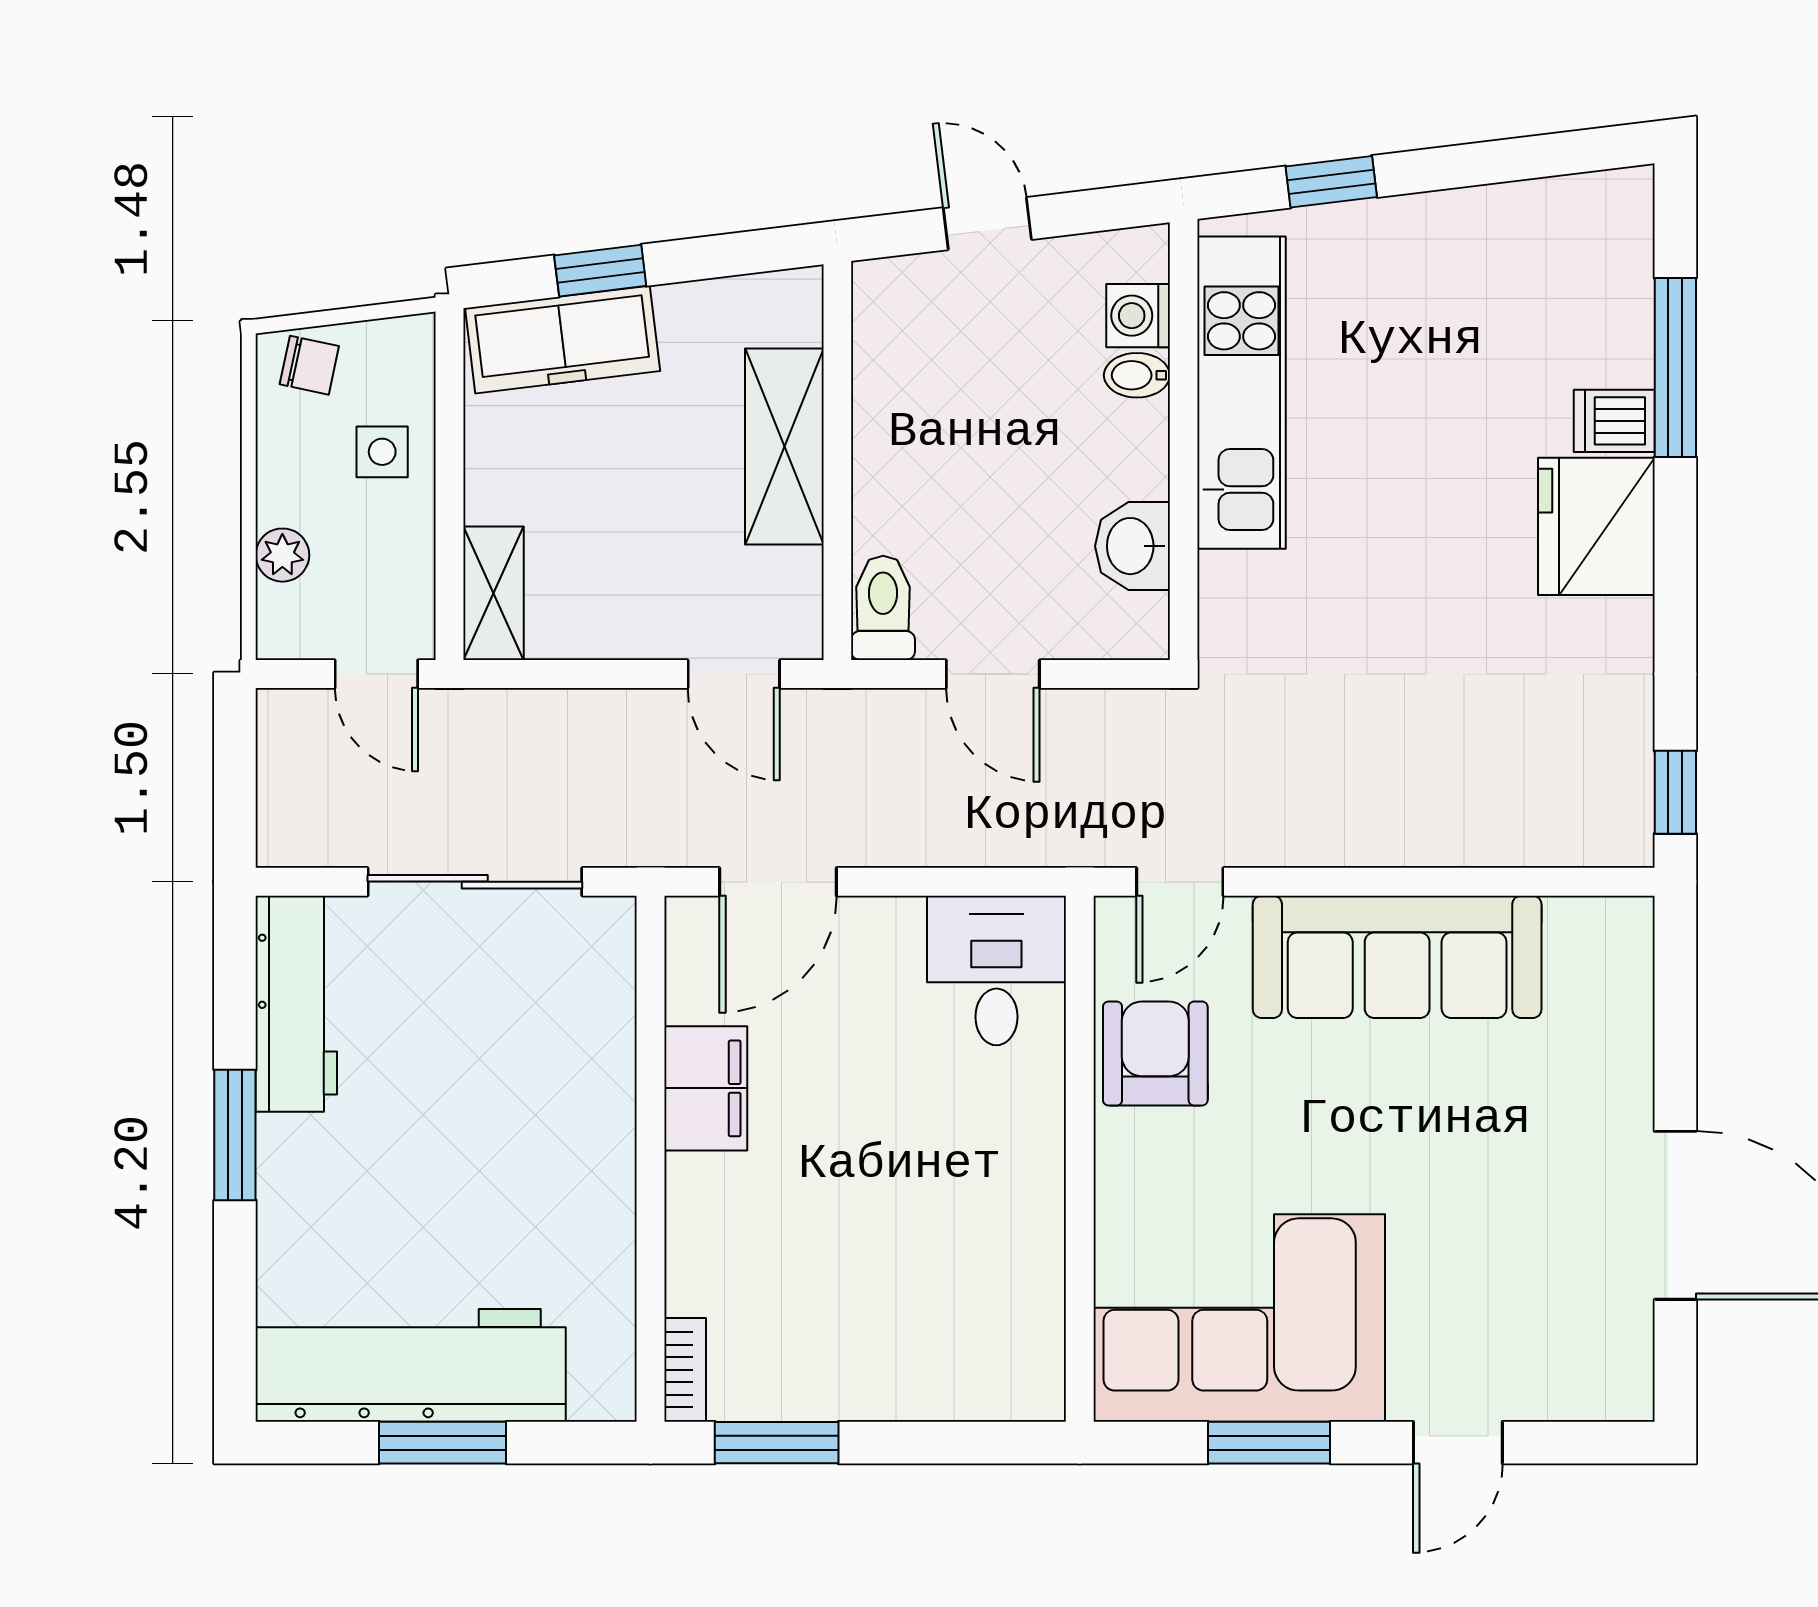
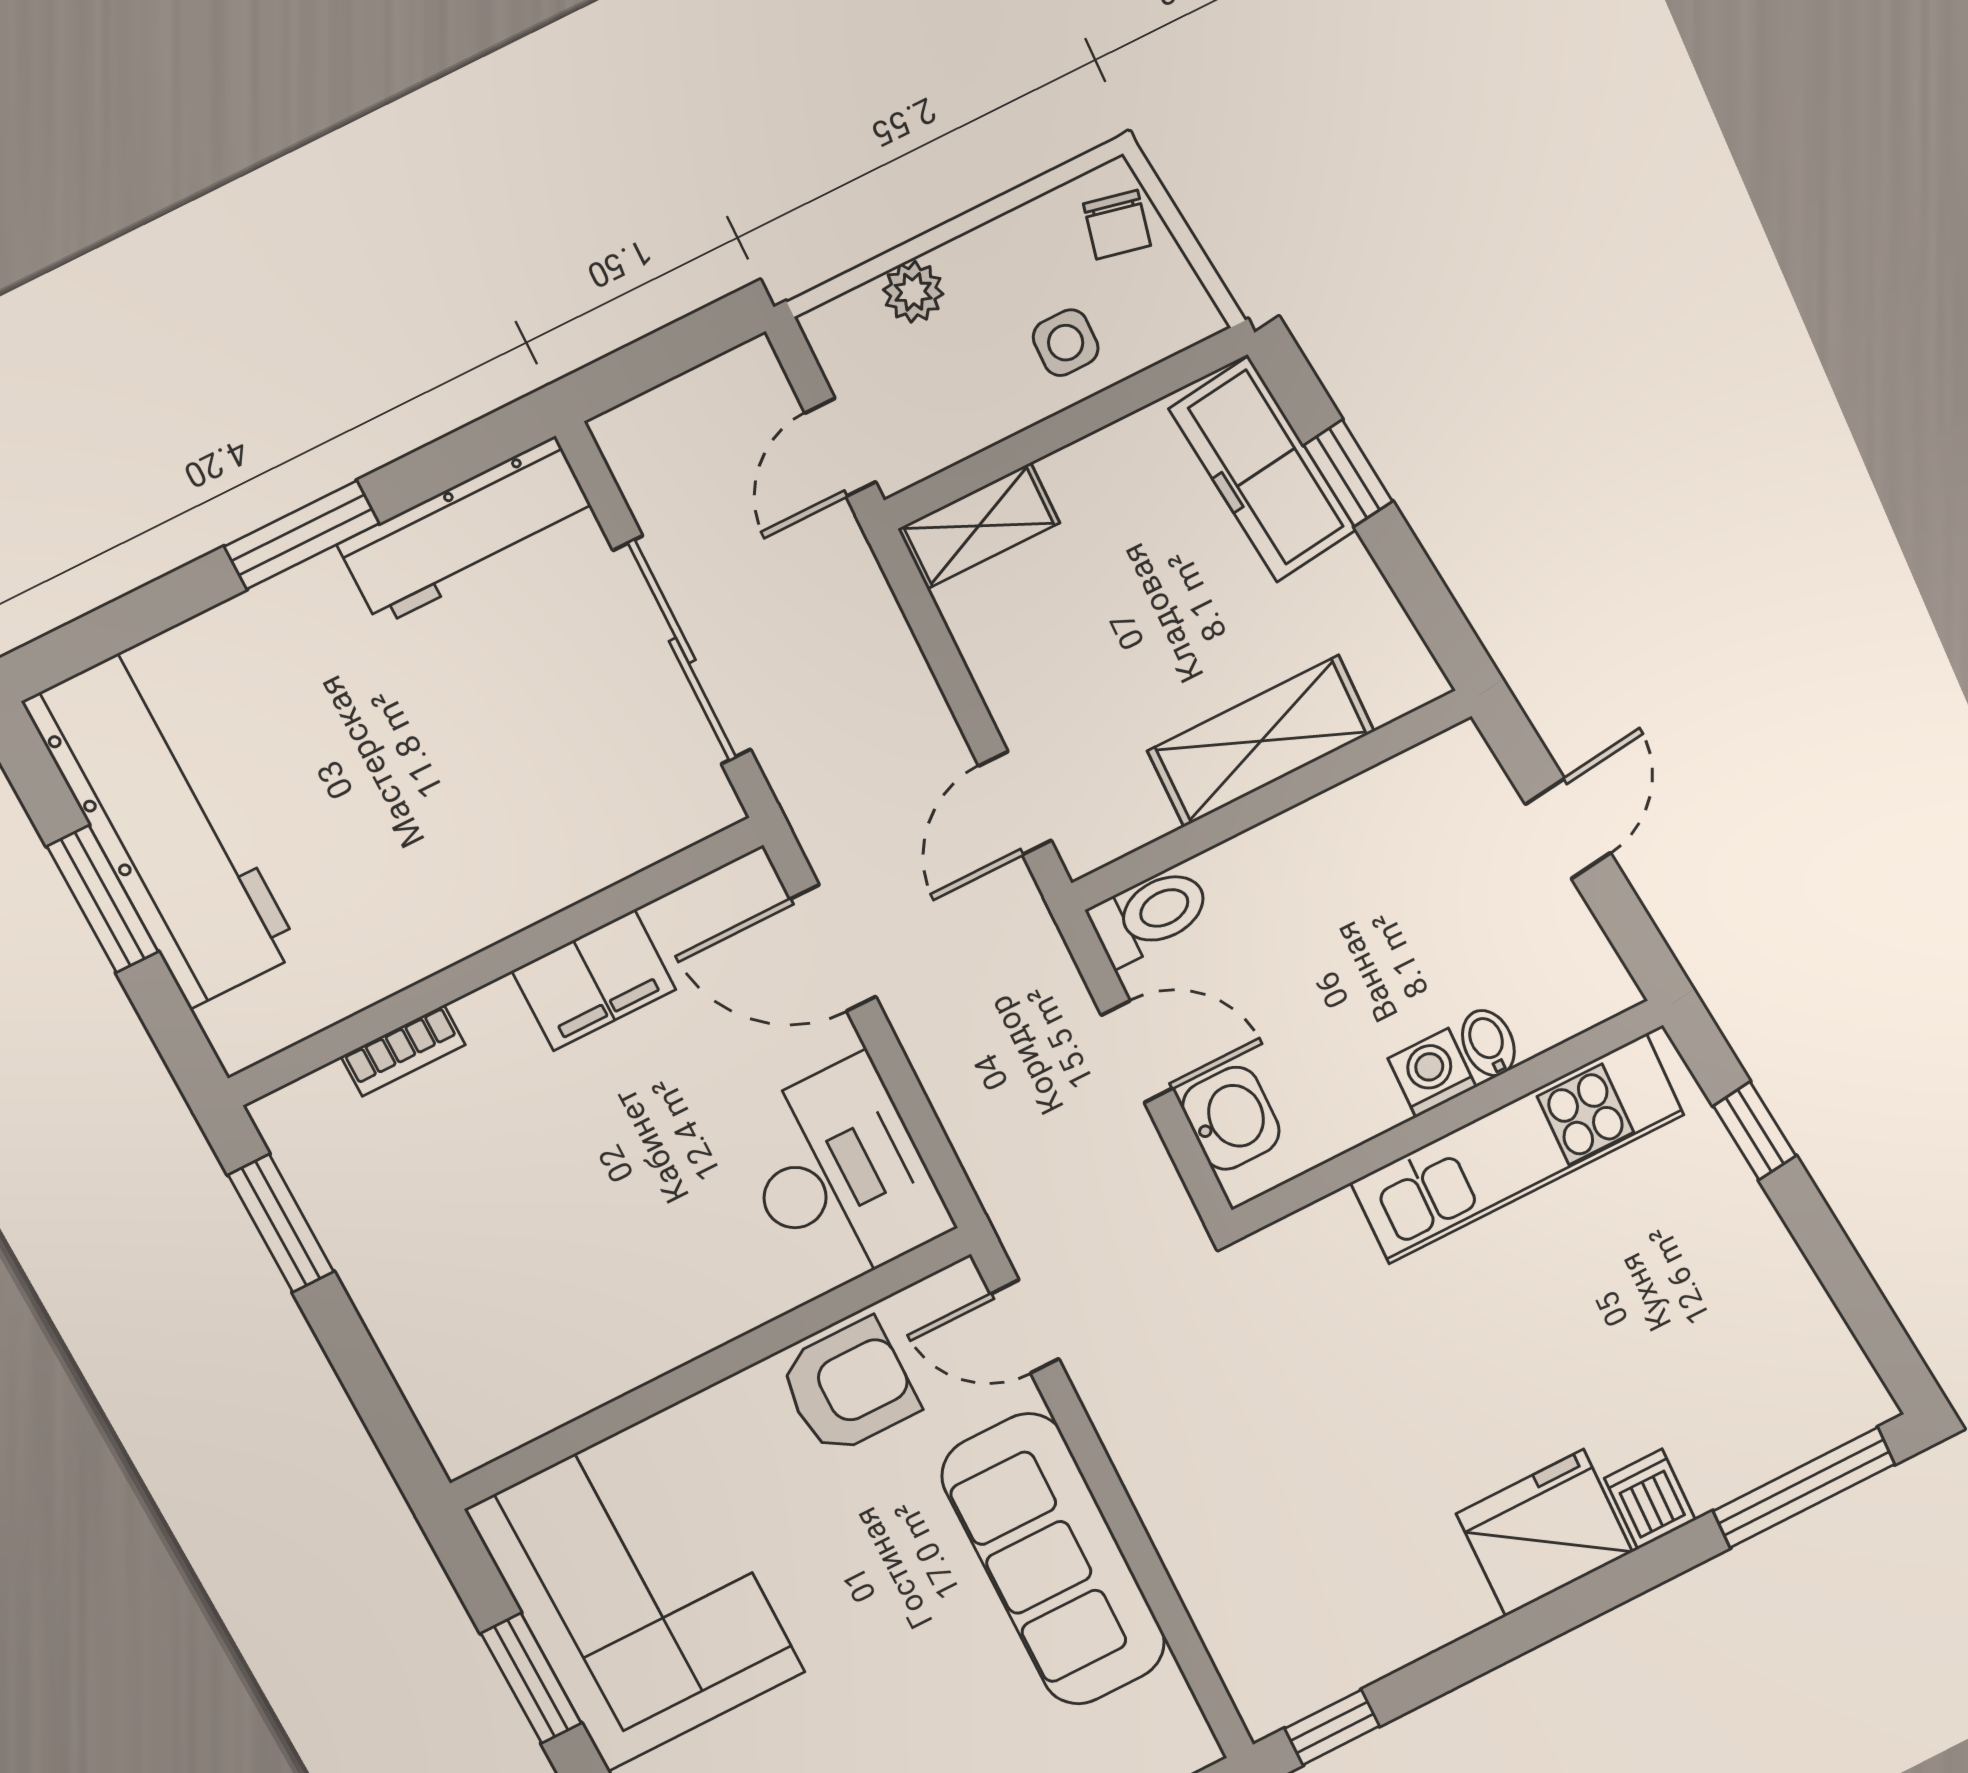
washing machine: (1138, 316) -> (1432, 1073), moved
window: (1675, 367) -> (1804, 1488), moved
washbasin: (1132, 546) -> (1231, 1118), moved, turned 90
door: (993, 674) -> (1137, 1052), swing flipped
desk: (996, 970) -> (840, 1175), width x1.37
bookcase: (685, 1370) -> (403, 1051), moved

